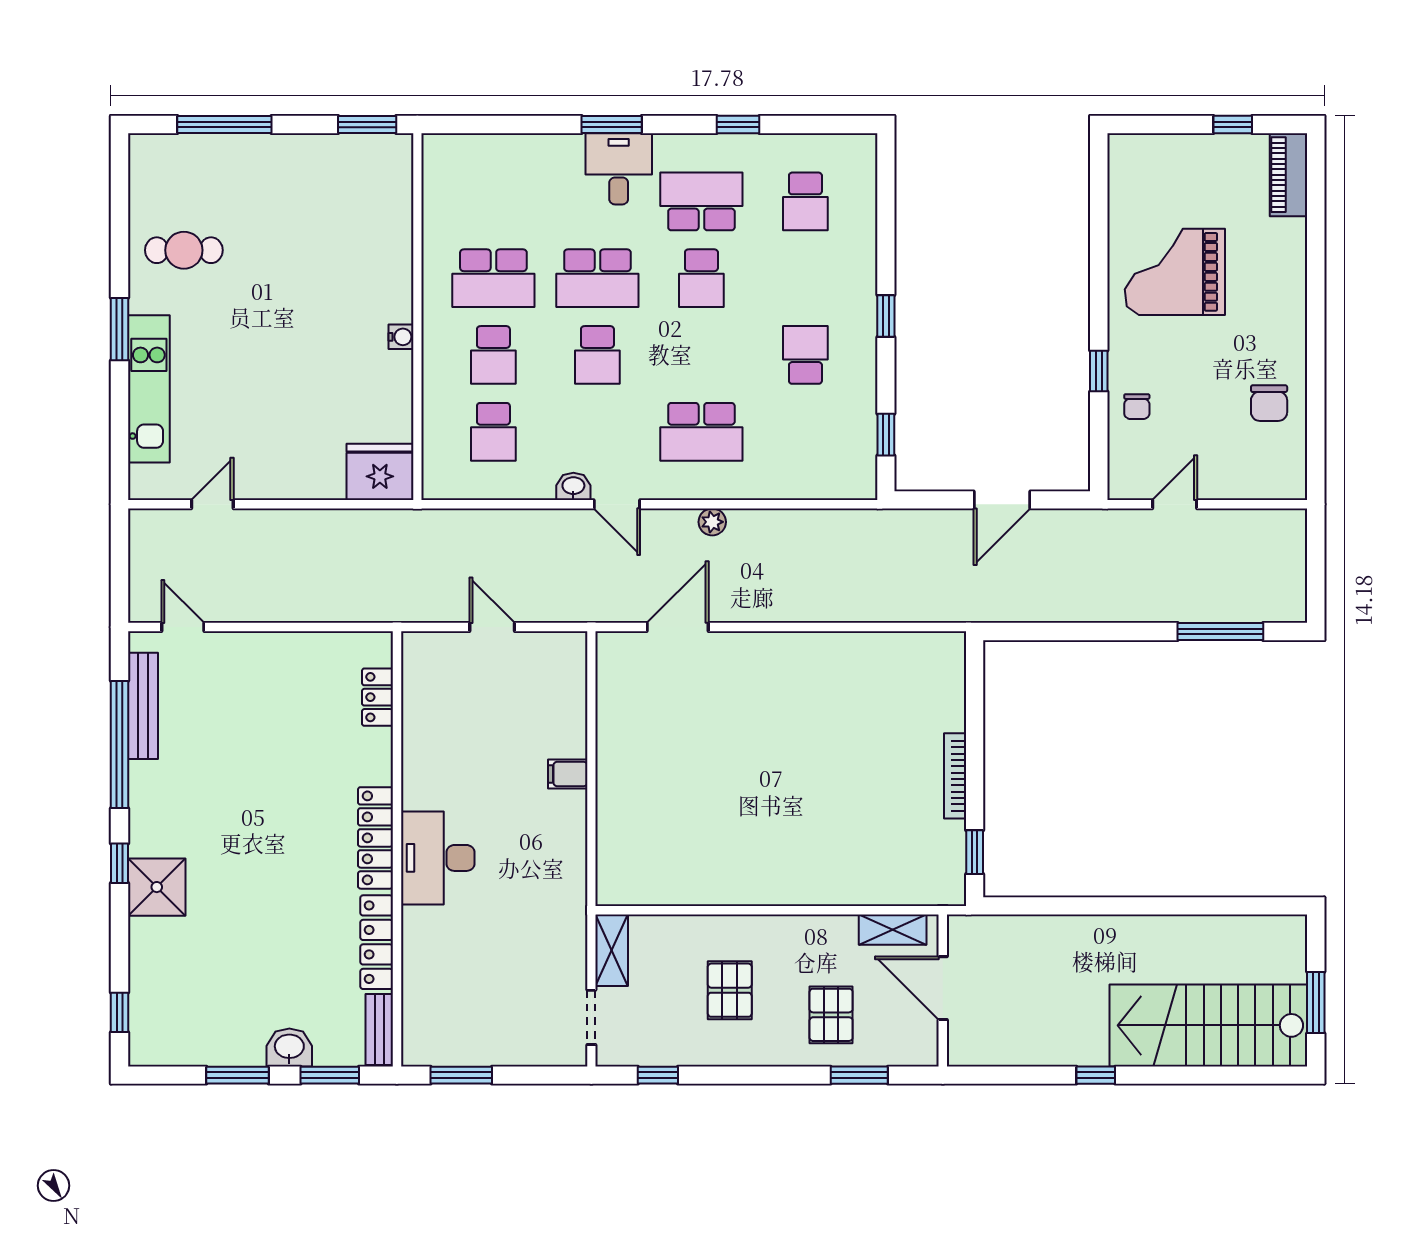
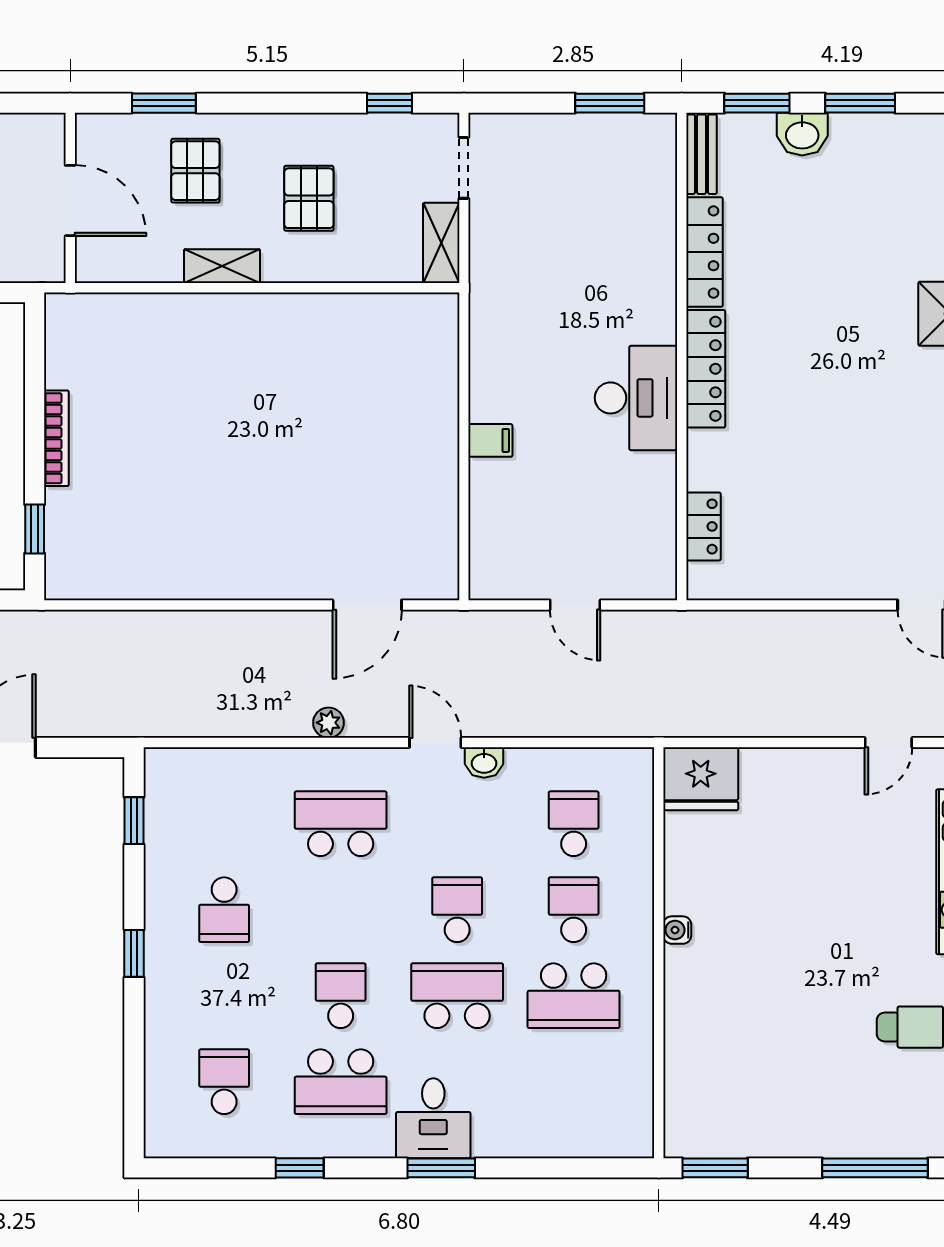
school desk: (493, 278) -> (574, 996), turned 180
window: (975, 852) -> (35, 529), moved
desk: (438, 858) -> (636, 398), moved
shelving: (893, 930) -> (222, 266), moved

